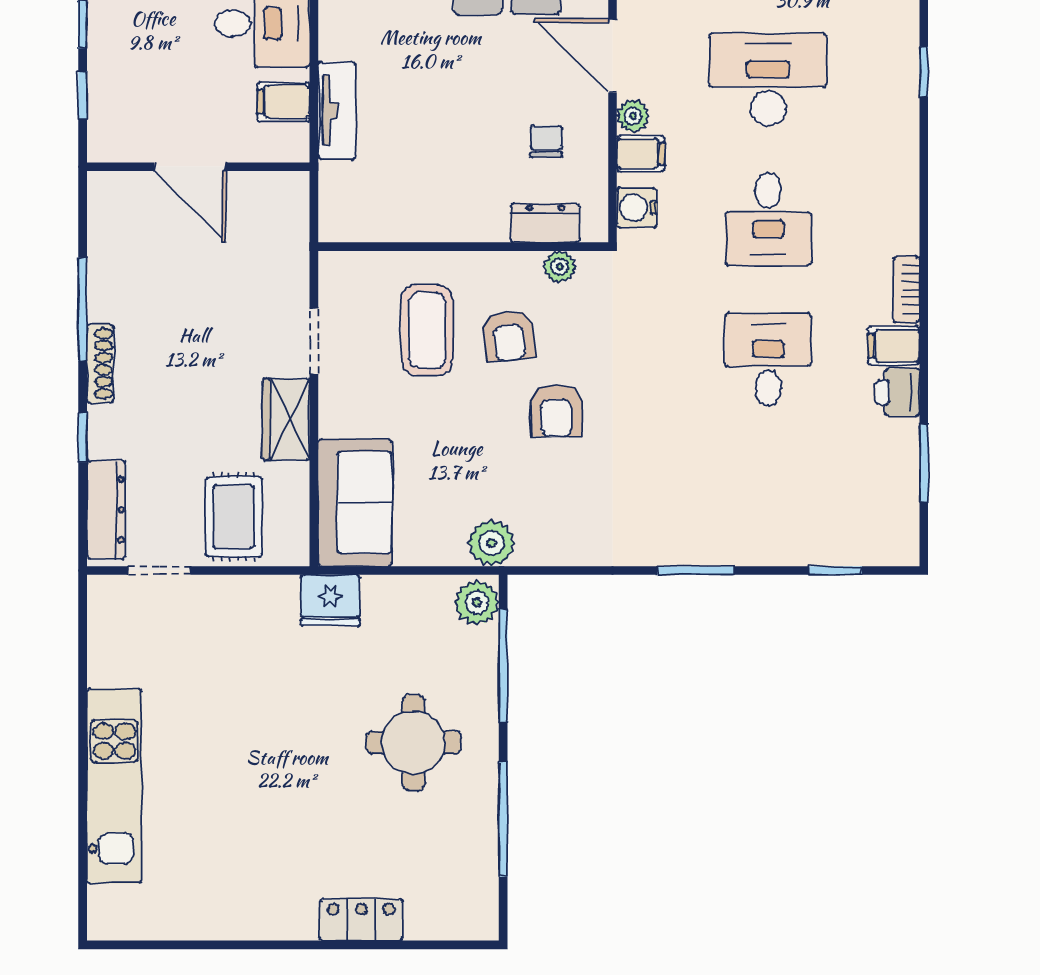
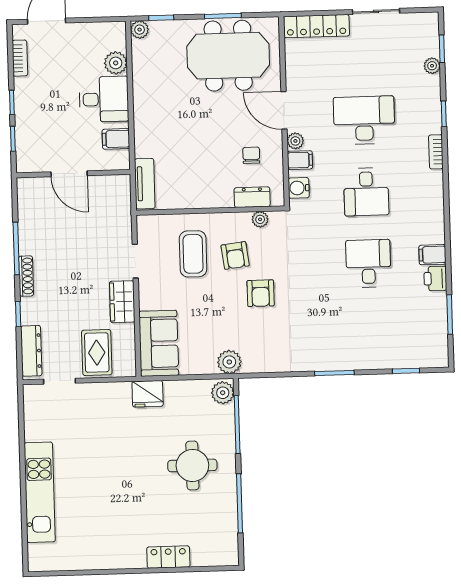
tv unit: (337, 110) -> (145, 184), moved
bookcase: (906, 289) -> (436, 152), moved

